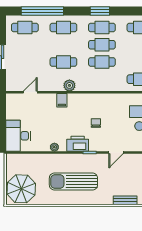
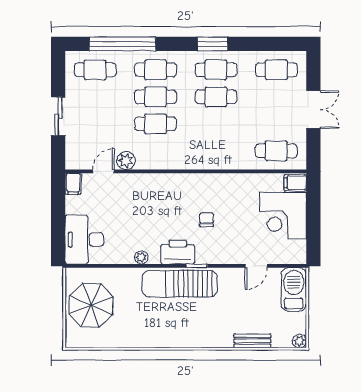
cafe table: (102, 62) -> (156, 97), moved
plant: (69, 85) -> (126, 161), moved
filing cabinet: (62, 100) -> (73, 184), moved
door: (116, 153) -> (256, 266), moved
sun lounger: (73, 182) -> (180, 284), moved
parasol: (21, 189) -> (91, 305), moved

